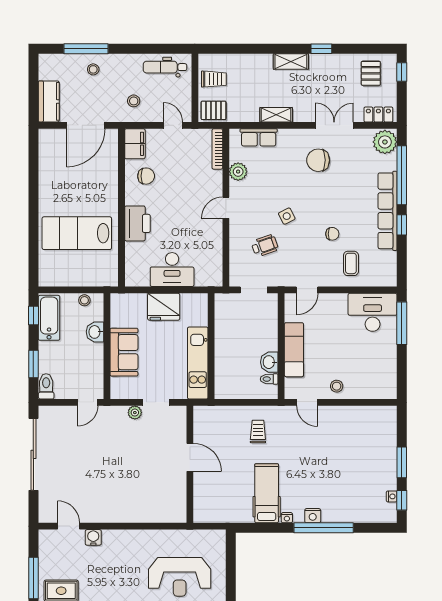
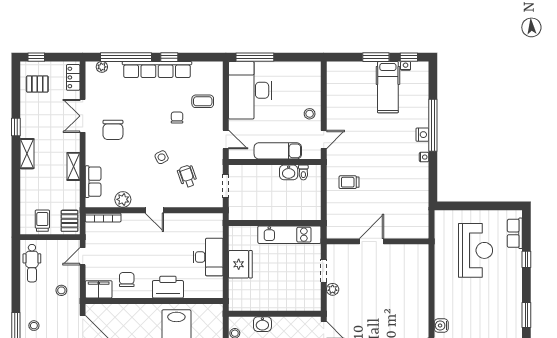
plant: (385, 142) -> (102, 67), width x0.53, depth x0.53
desk: (373, 312) -> (250, 90), width x1.36, depth x1.30
sofa: (124, 352) -> (280, 299), removed
hospital bed: (267, 493) -> (388, 87), moved, turned -90

